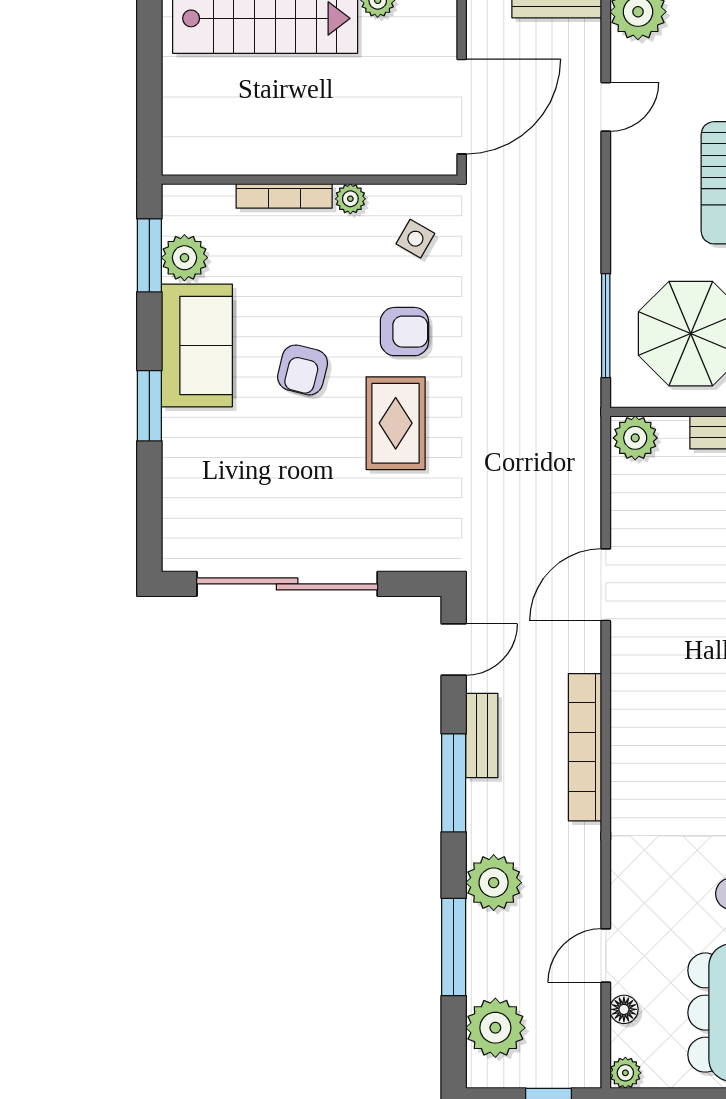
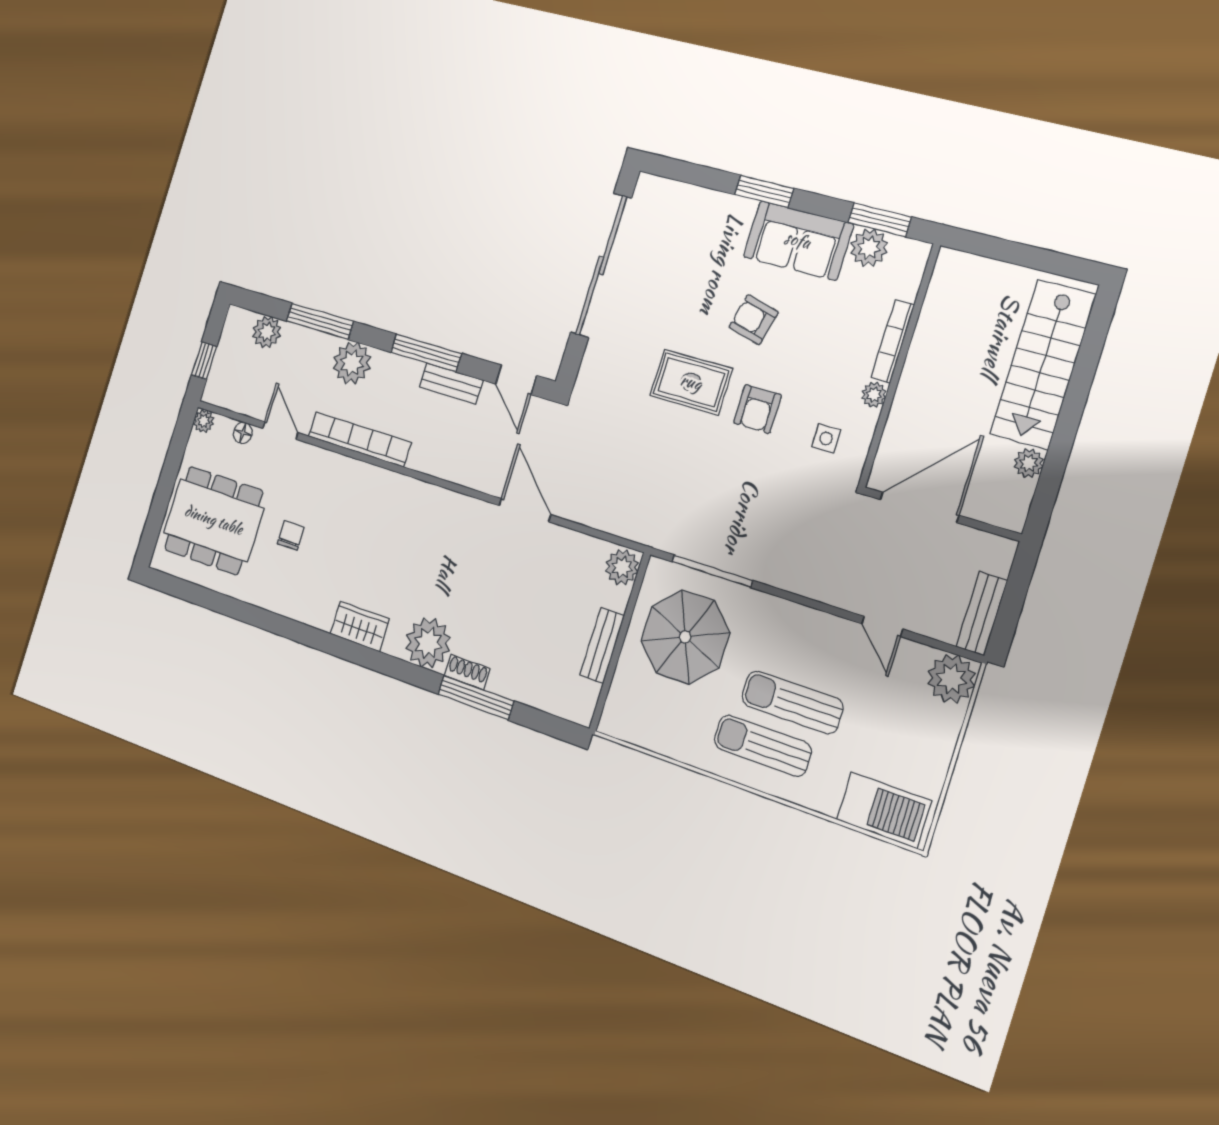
door: (462, 107) -> (919, 507), swing flipped
side table: (415, 239) -> (826, 438), turned -30
bookcase: (585, 747) -> (359, 439), moved
plant: (495, 1028) -> (267, 332), width x0.73, depth x0.73

